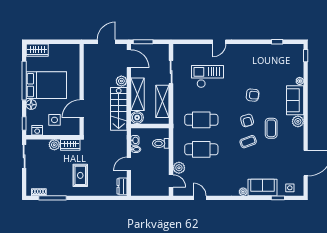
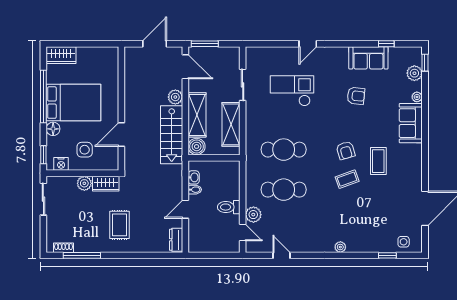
armchair: (253, 95) -> (356, 96), moved
plant: (298, 121) -> (414, 73), moved
toilet: (161, 143) -> (229, 207), moved
sofa: (262, 187) -> (368, 58), moved, turned 180

